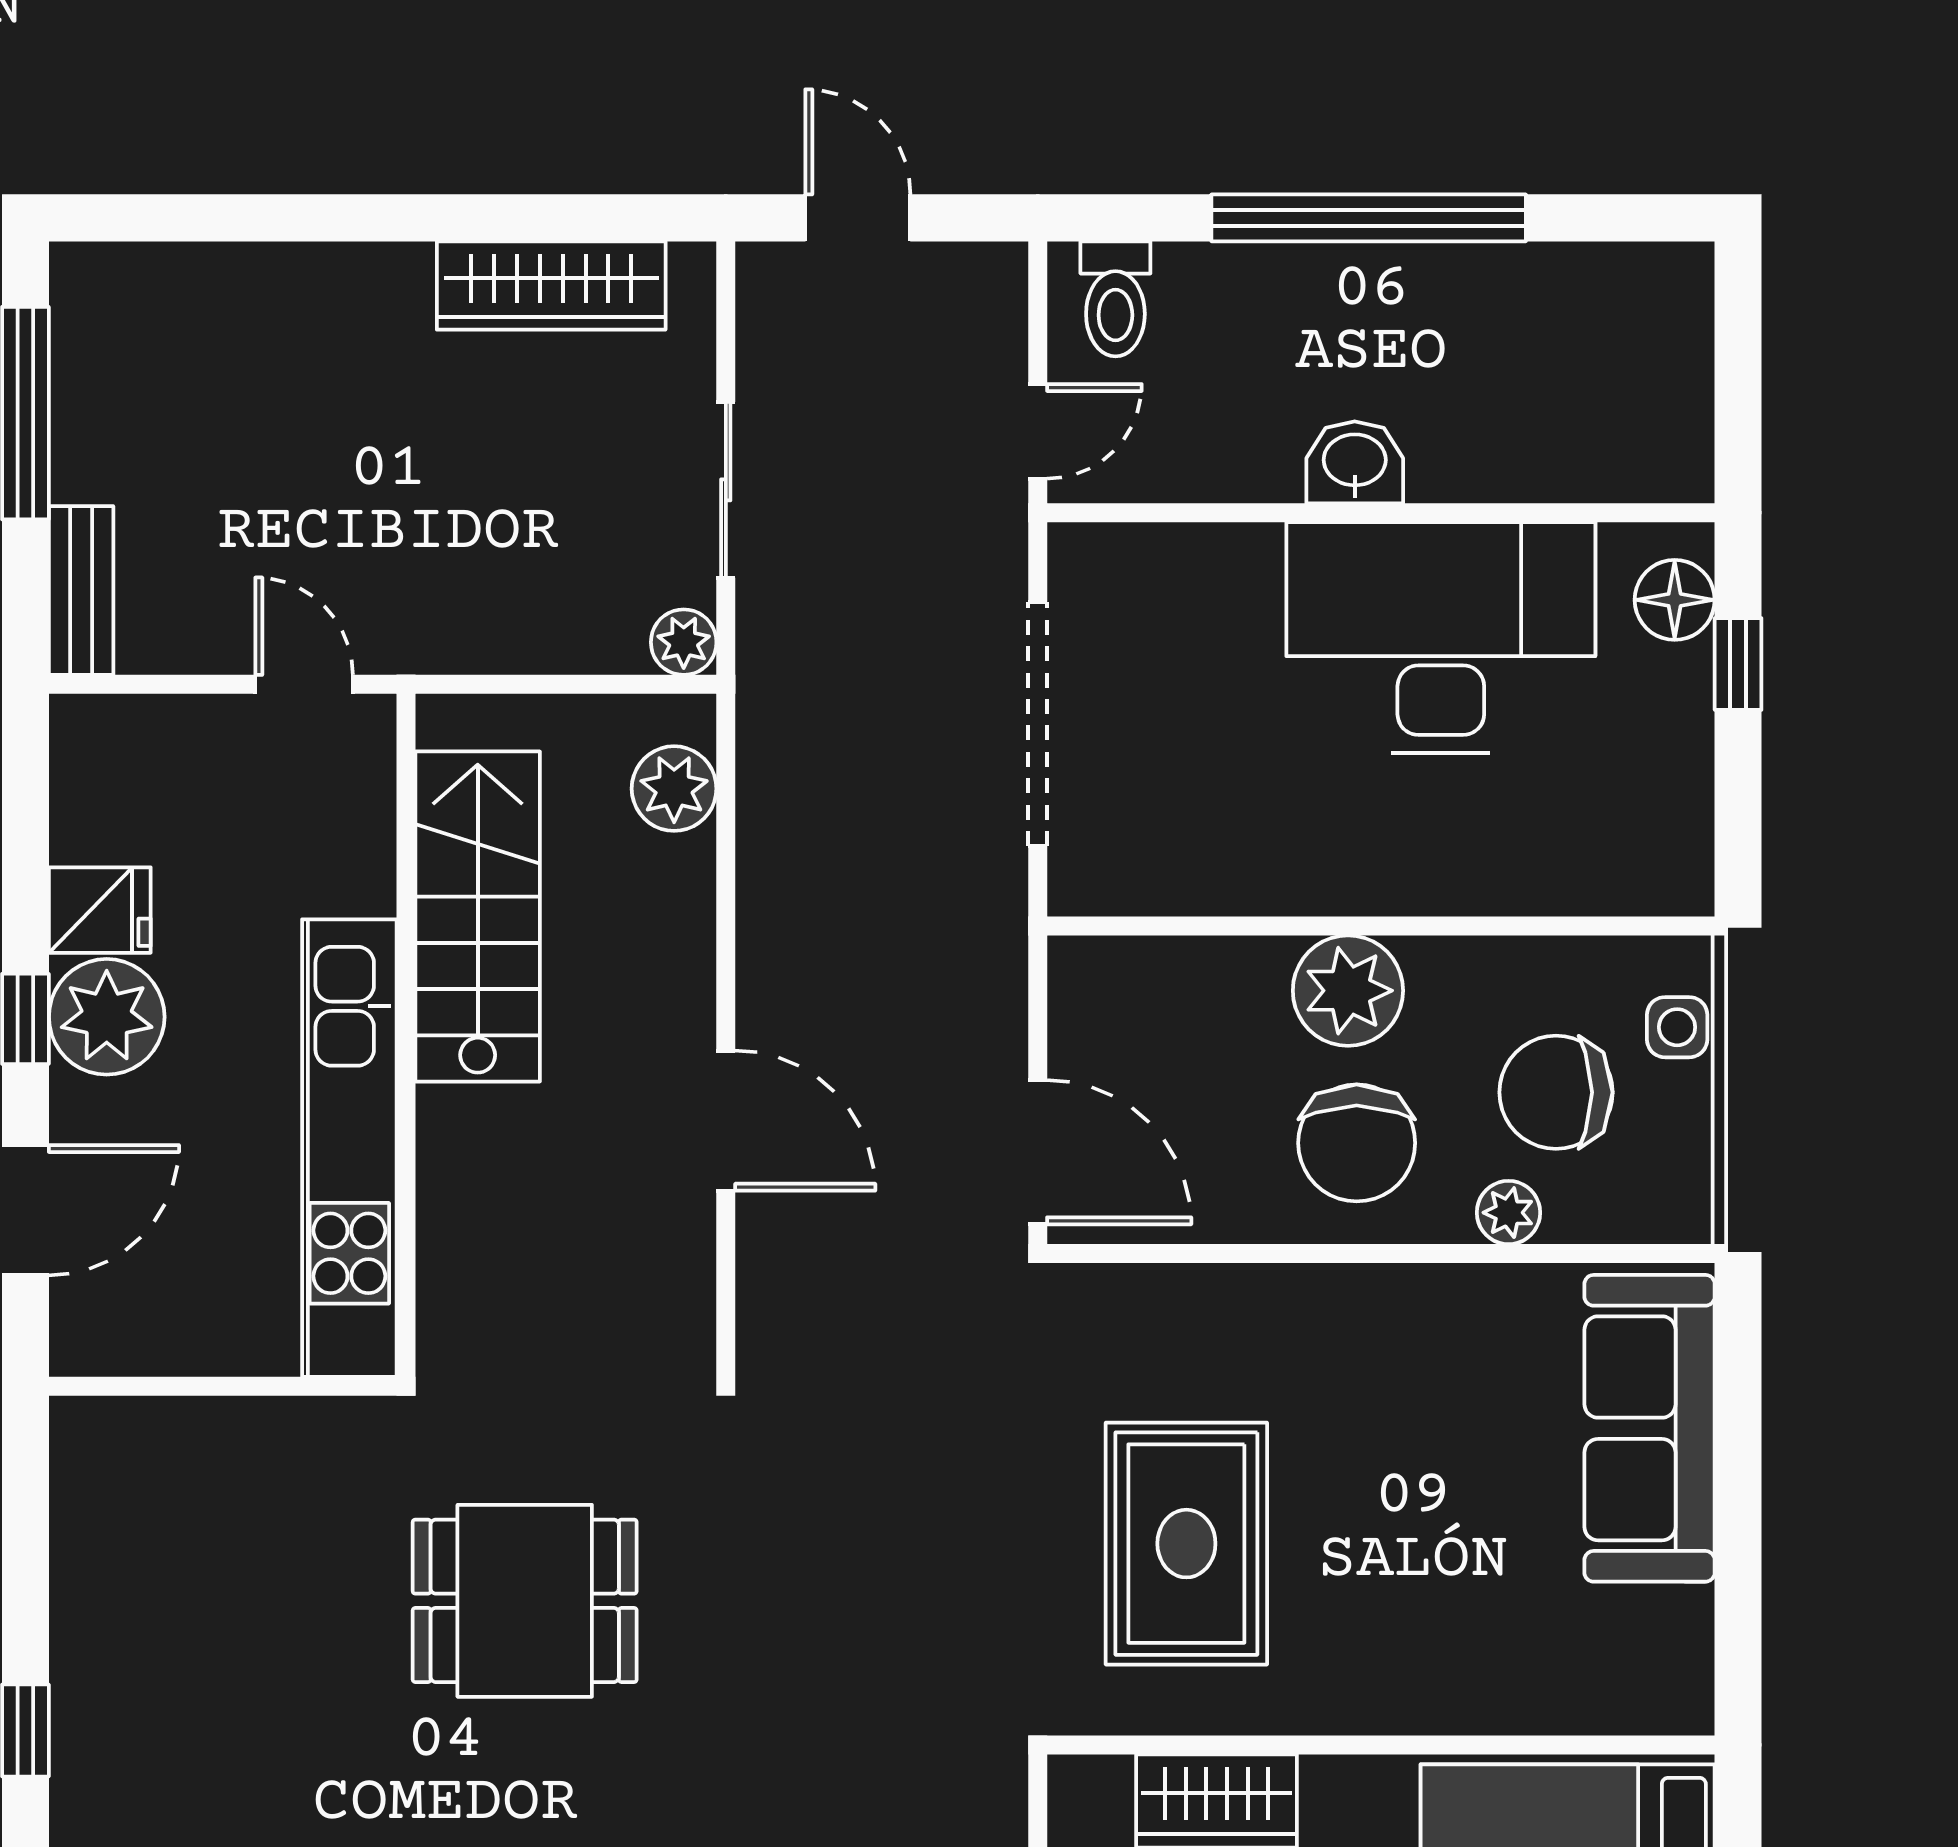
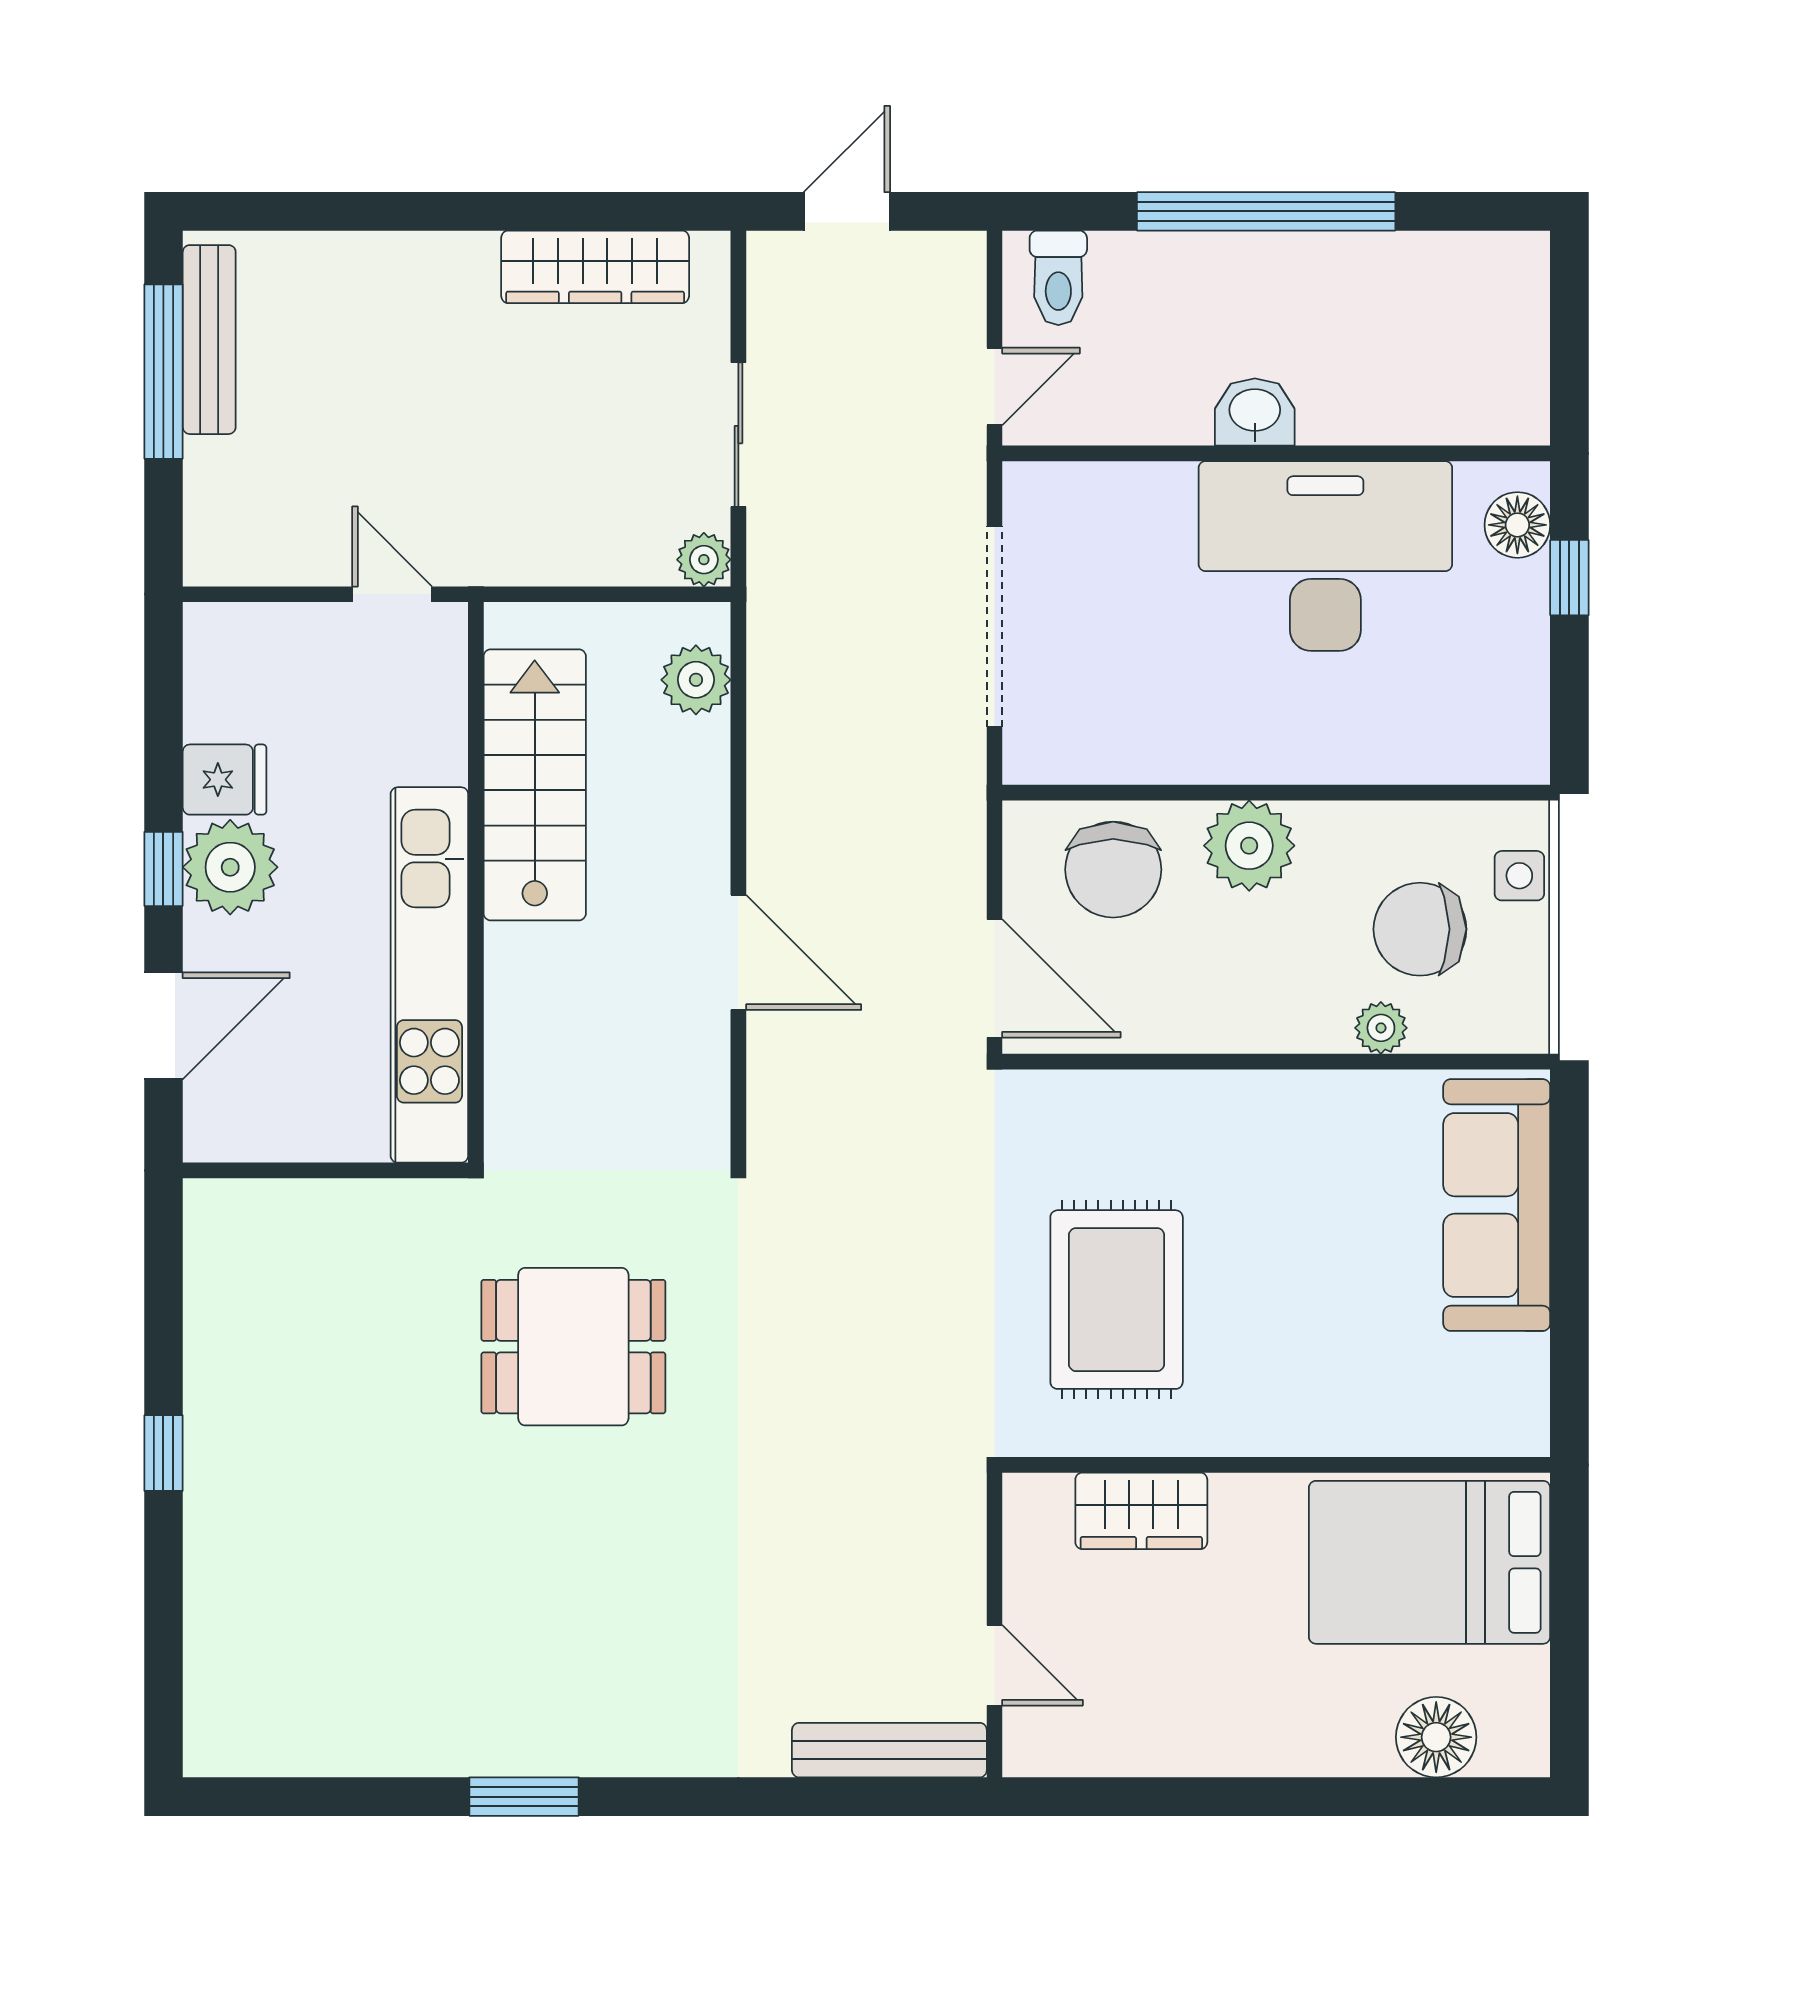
door: (858, 218) -> (847, 211), hinge flipped
bench: (81, 590) -> (209, 340), moved, width x1.36
chair: (1357, 1143) -> (1113, 870), moved

